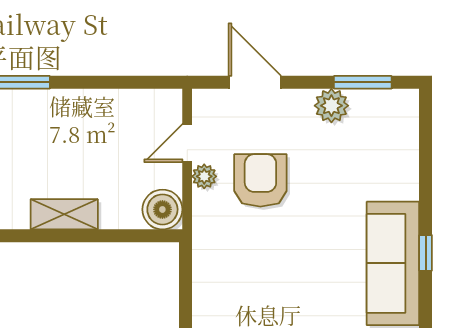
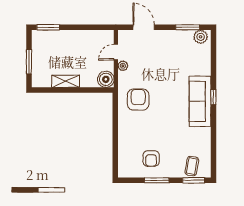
plant: (331, 106) -> (201, 37), moved
armchair: (260, 180) -> (138, 100), moved

